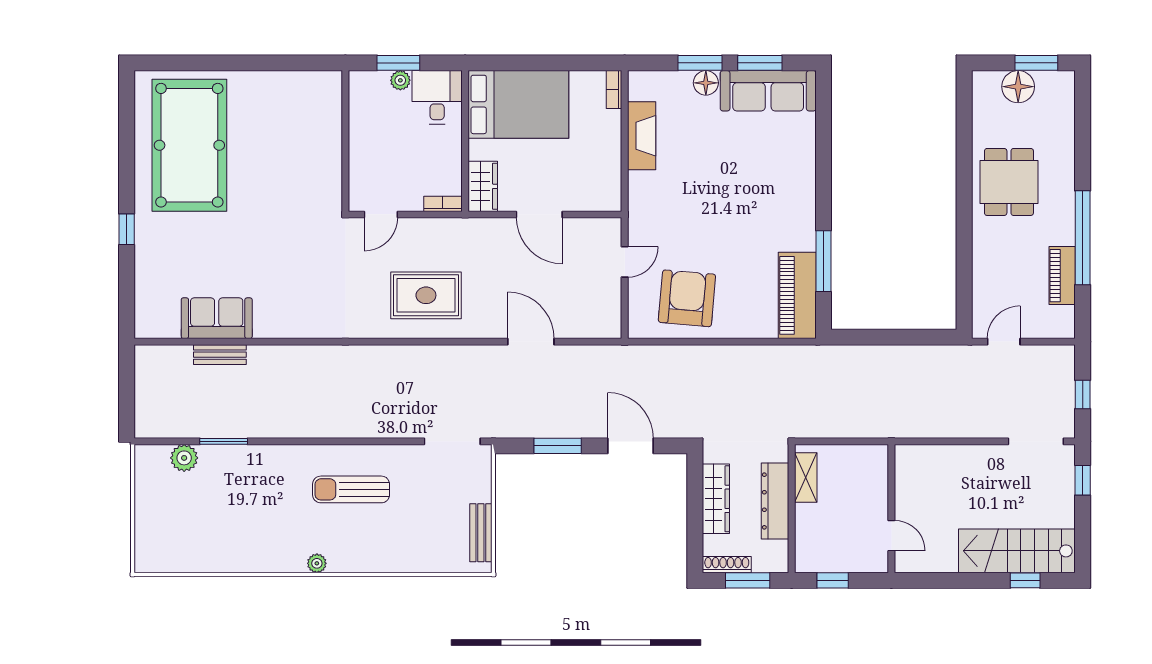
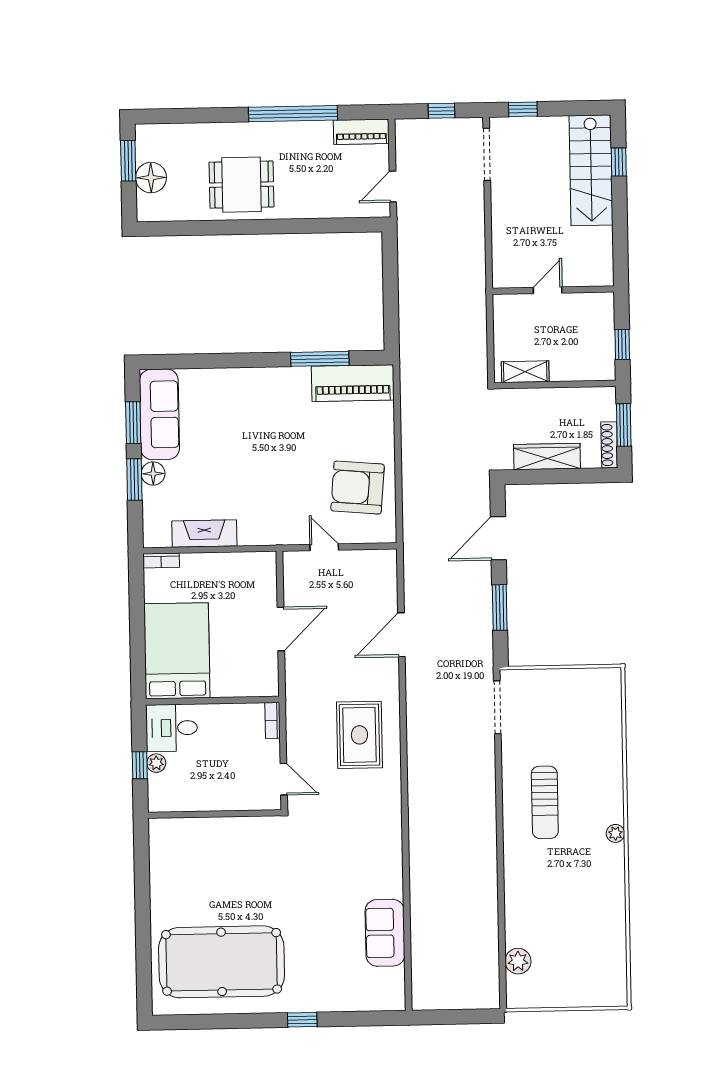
window: (398, 63) -> (140, 765), width x0.67
wardrobe: (483, 186) -> (255, 683), removed
piano: (1062, 276) -> (361, 132), moved
door: (1004, 342) -> (393, 187), hinge flipped
bench: (220, 355) -> (419, 929), removed
window: (224, 441) -> (502, 924), removed
dresser: (775, 501) -> (548, 400), removed
bench: (481, 533) -> (584, 679), removed
door: (891, 536) -> (548, 290), moved

